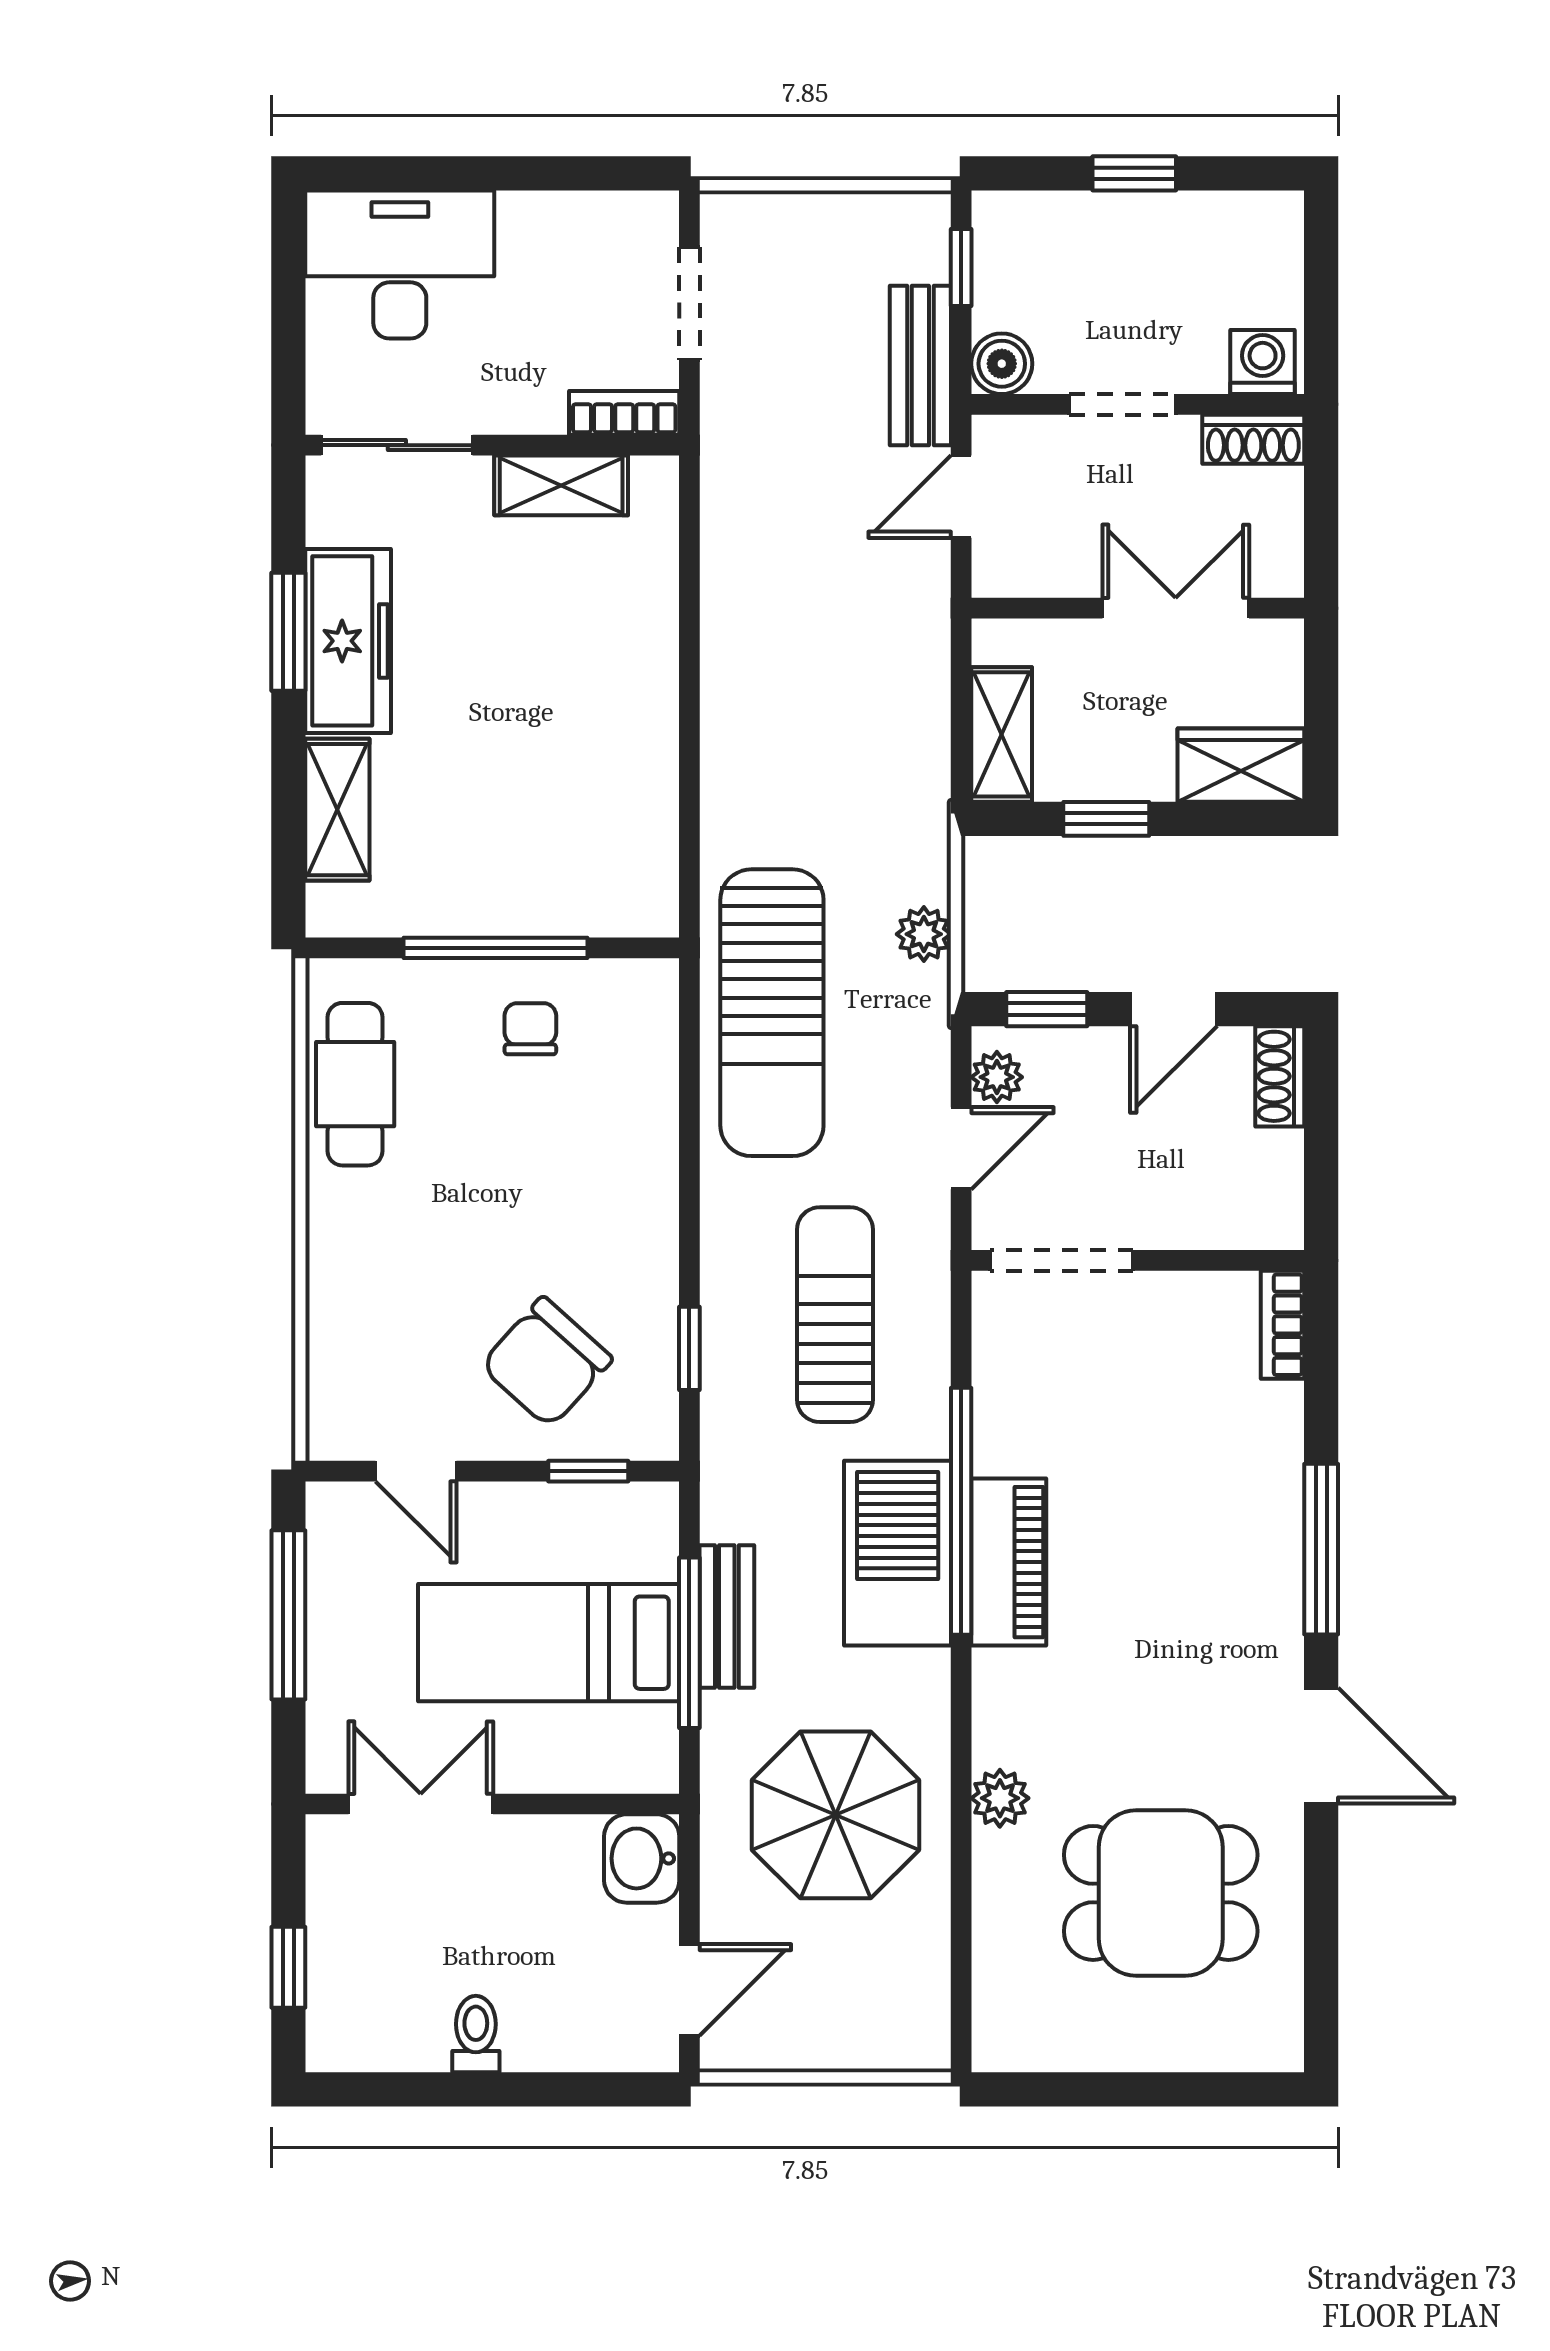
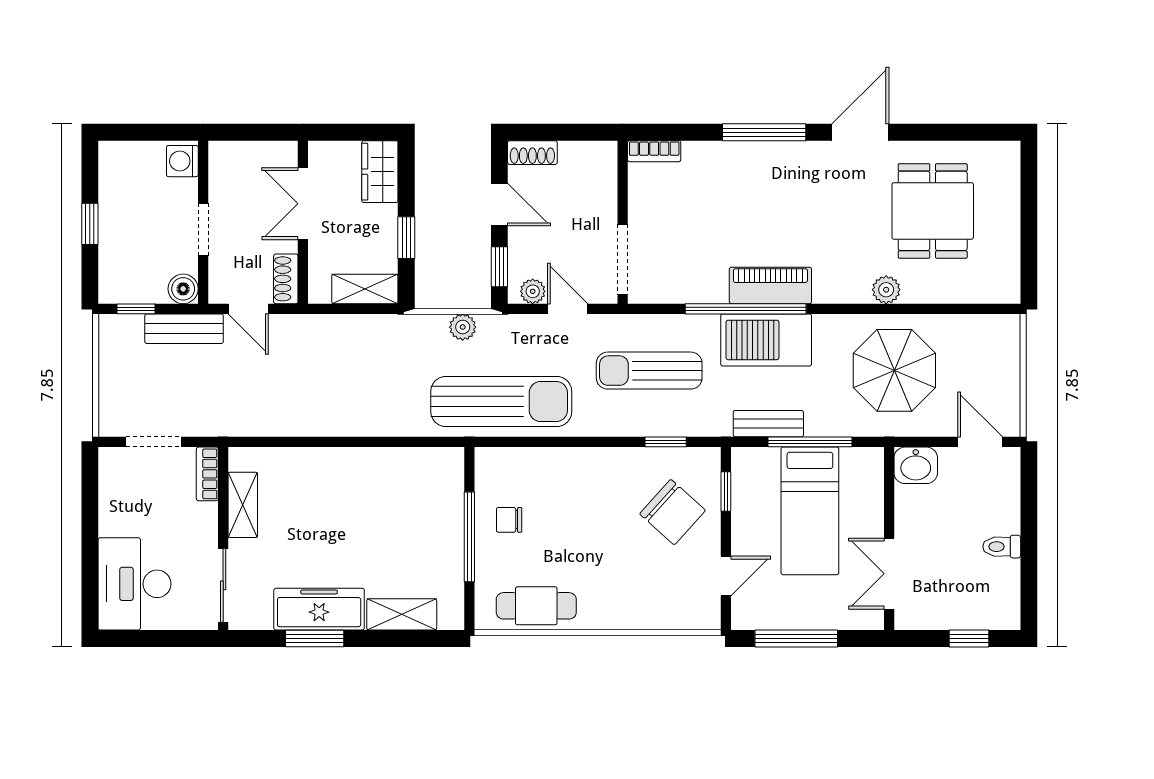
shoe rack: (1253, 439) -> (286, 279), moved, turned 180
bench: (727, 1616) -> (768, 424), moved

